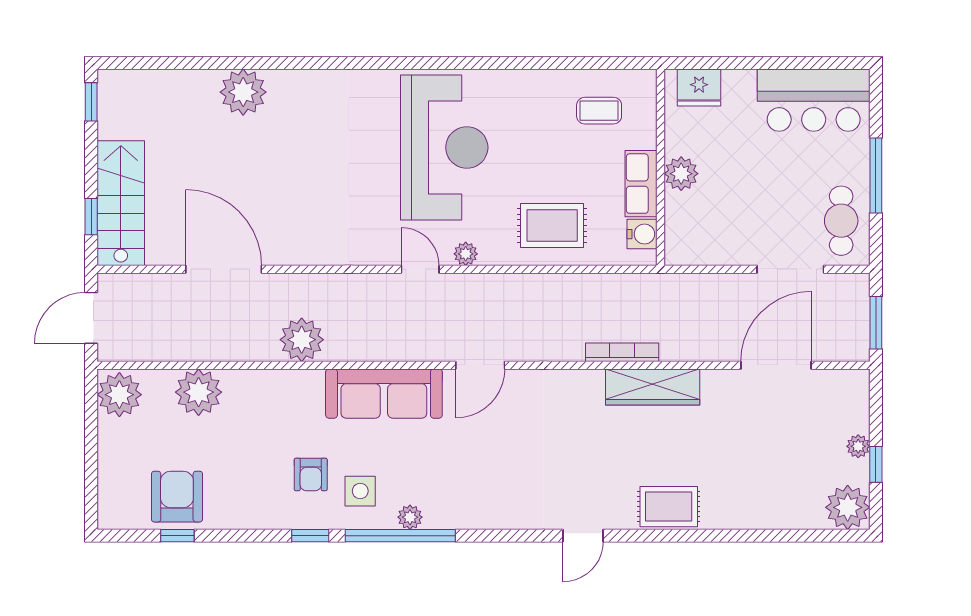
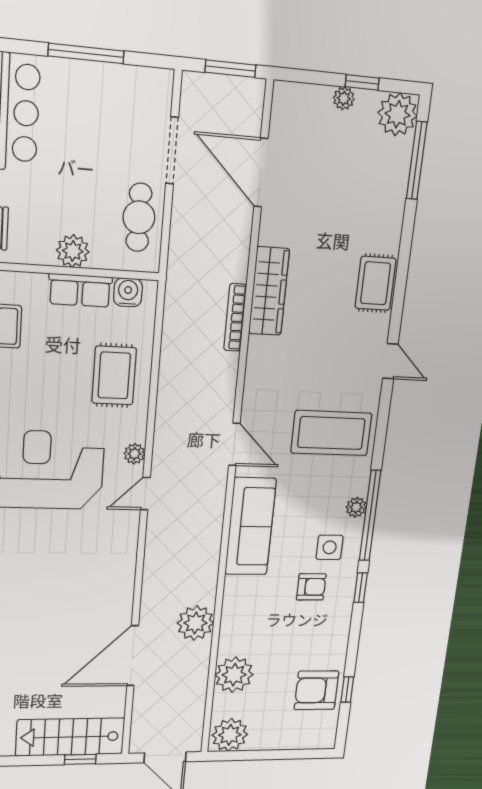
cafe table: (841, 221) -> (139, 217), moved, turned 90
plant: (302, 340) -> (195, 623), moved
coffee table: (497, 476) -> (331, 433), added
window: (802, 536) -> (417, 161), added

